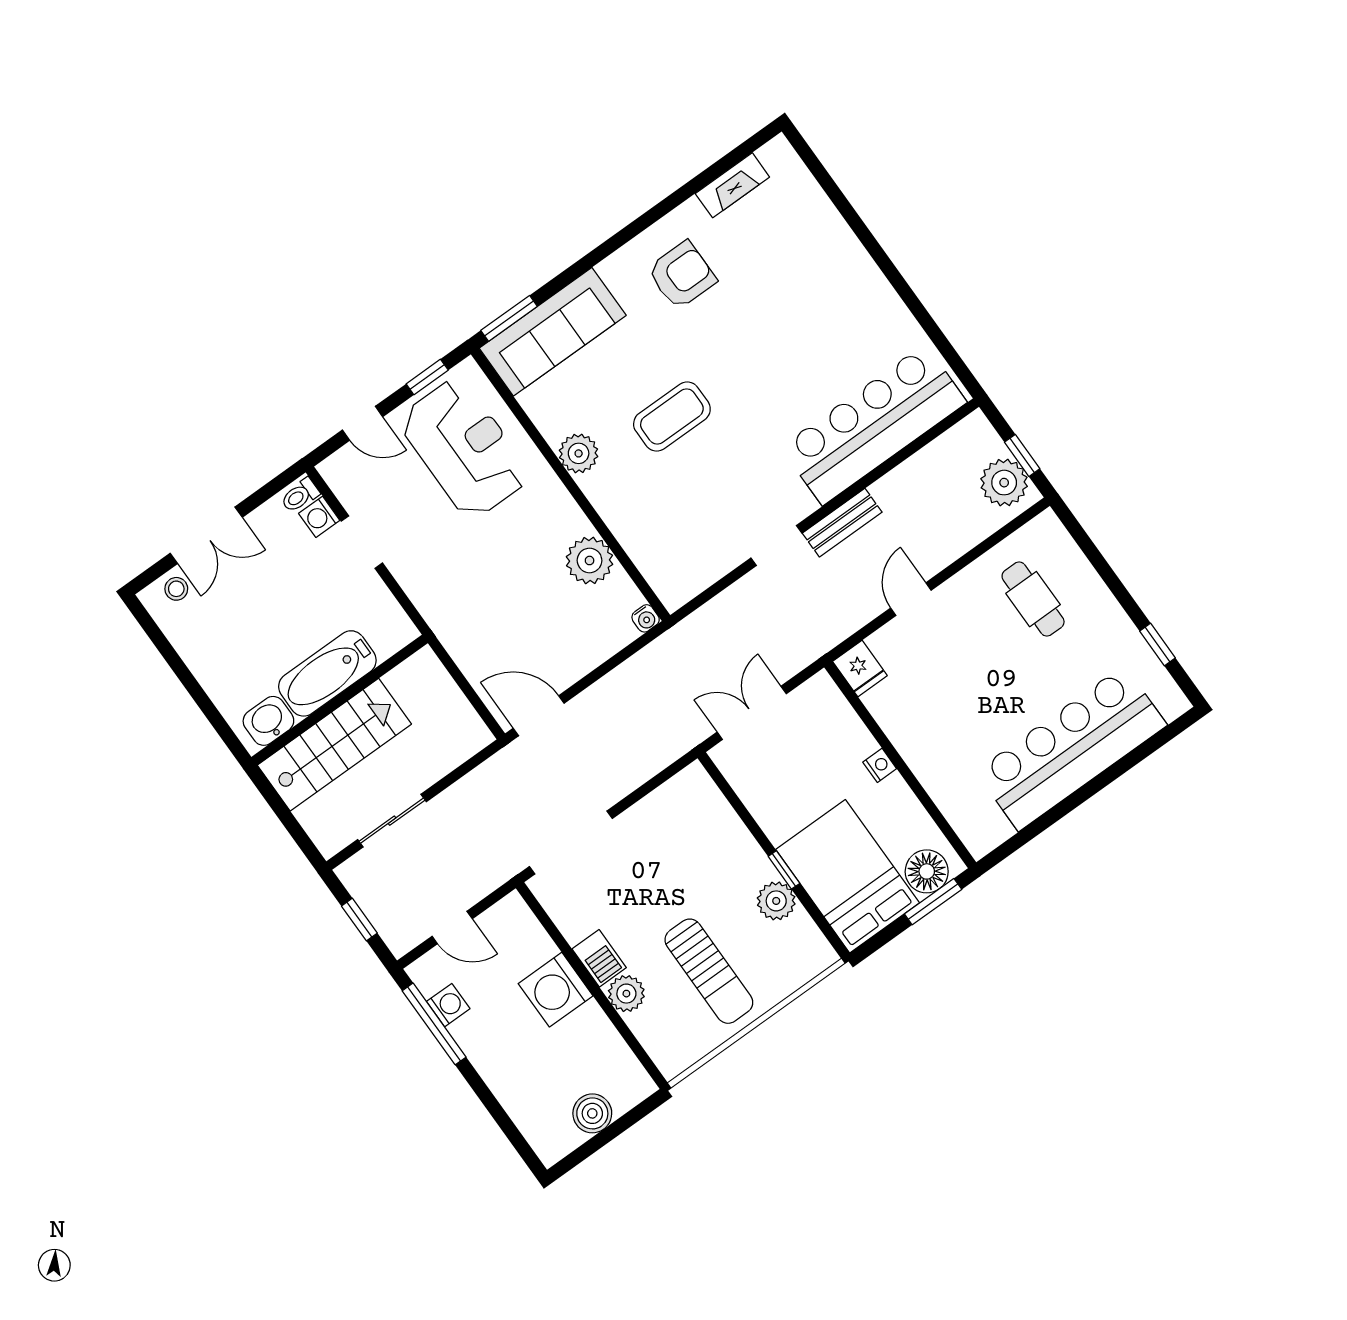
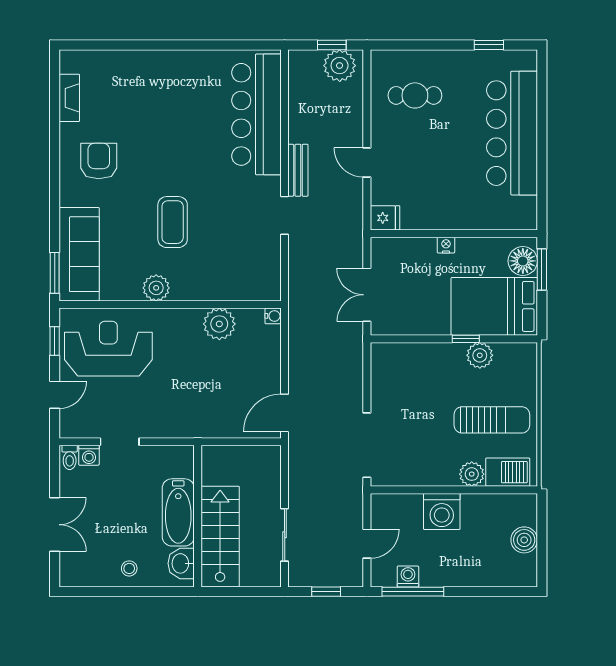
stool: (176, 589) -> (129, 568), moved
barbecue: (599, 958) -> (508, 472), moved, width x1.38, depth x1.27

